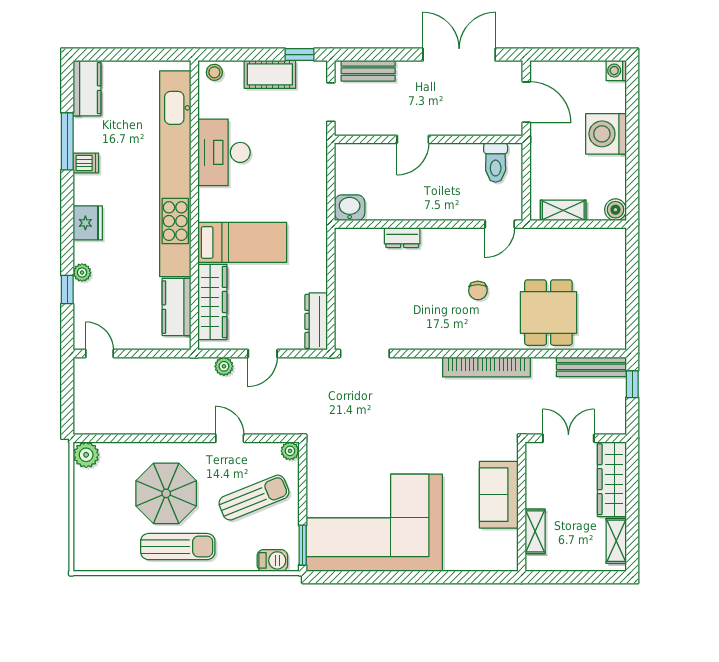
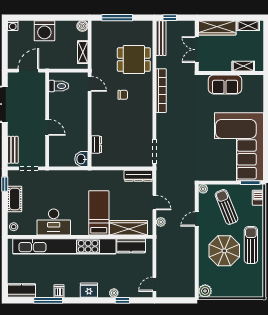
dresser: (402, 238) -> (96, 145), moved
window: (632, 279) -> (117, 18), added

